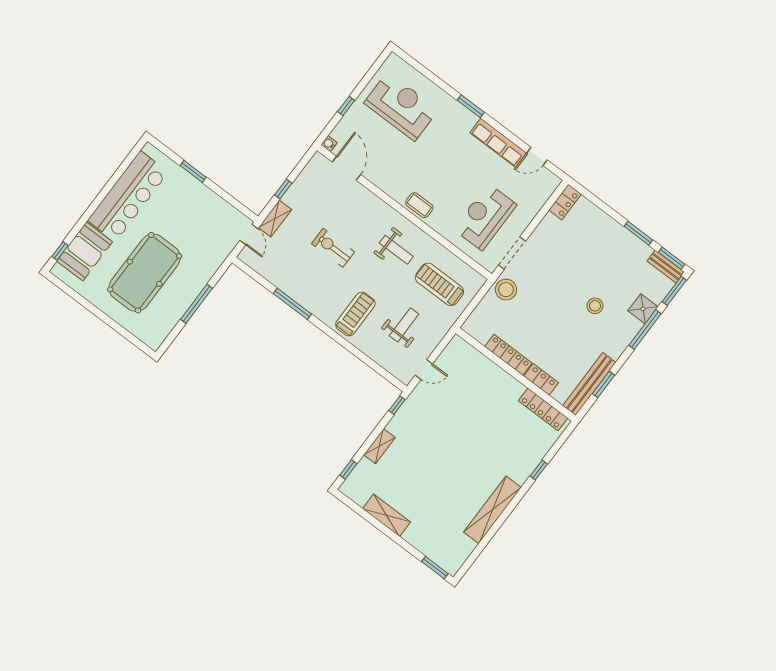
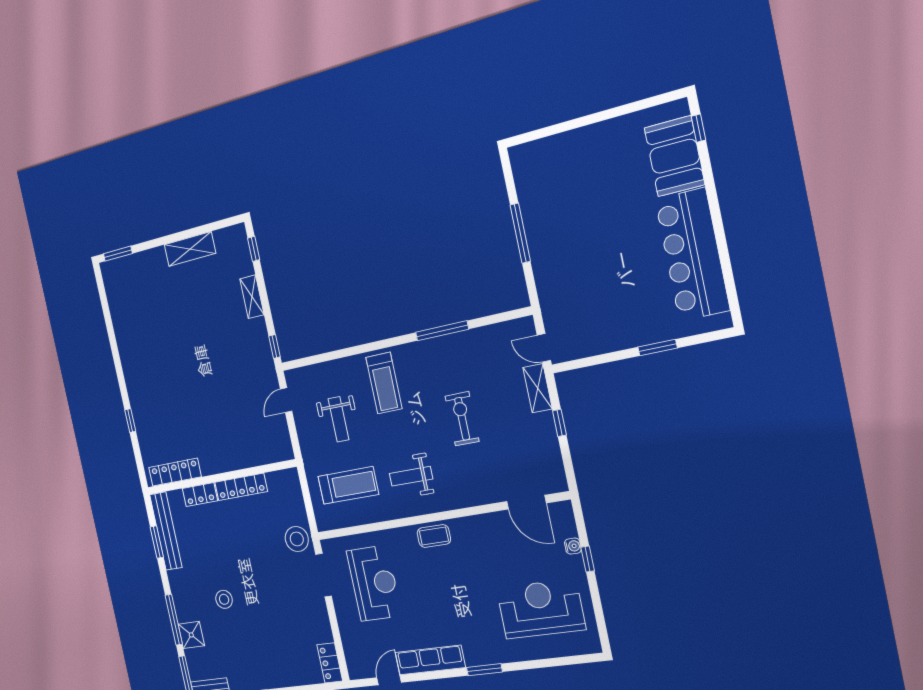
reception desk: (401, 106) -> (541, 609), turned 180
water cooler: (329, 144) -> (573, 546), moved
exercise bike: (333, 248) -> (462, 419), turned -90
pool table: (145, 273) -> (597, 204), removed
shelving: (492, 510) -> (128, 350), removed

